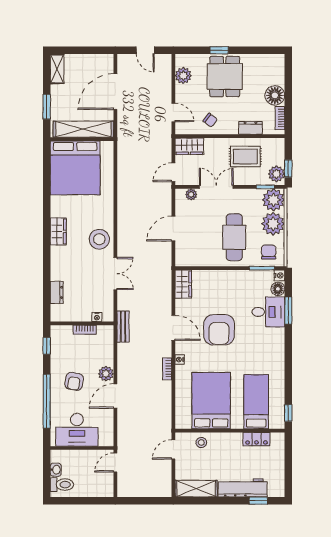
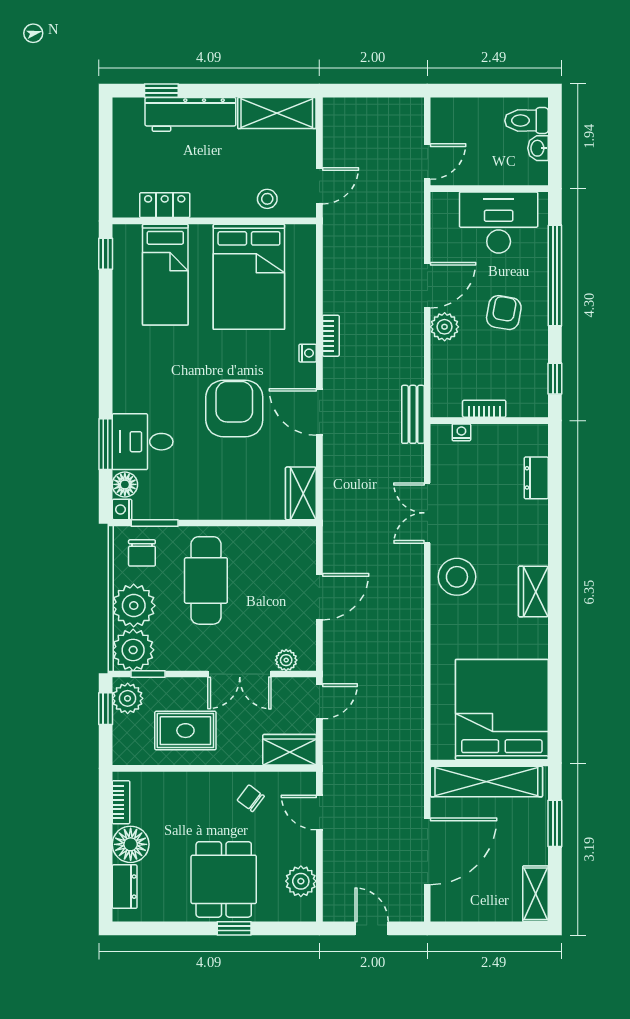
dresser: (250, 128) -> (125, 887), moved, turned -90

